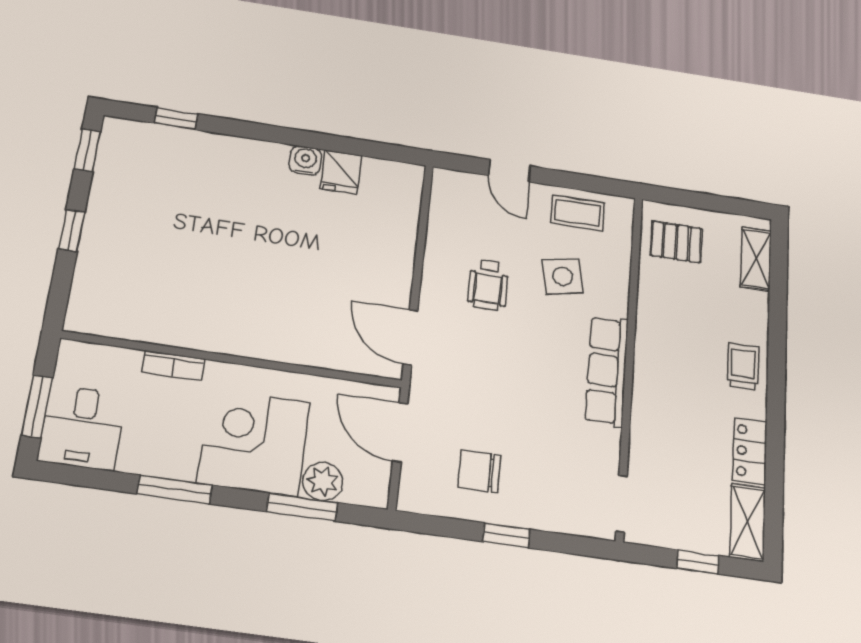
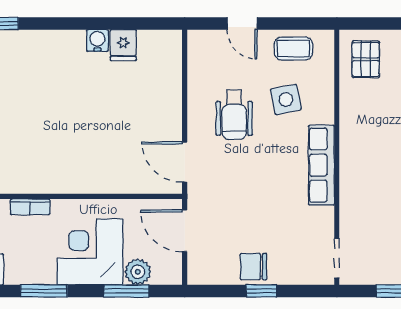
pallet: (676, 242) -> (366, 59), turned 90
wheelchair: (488, 285) -> (234, 114), width x1.36, depth x1.37
chair: (479, 471) -> (253, 267), moved

